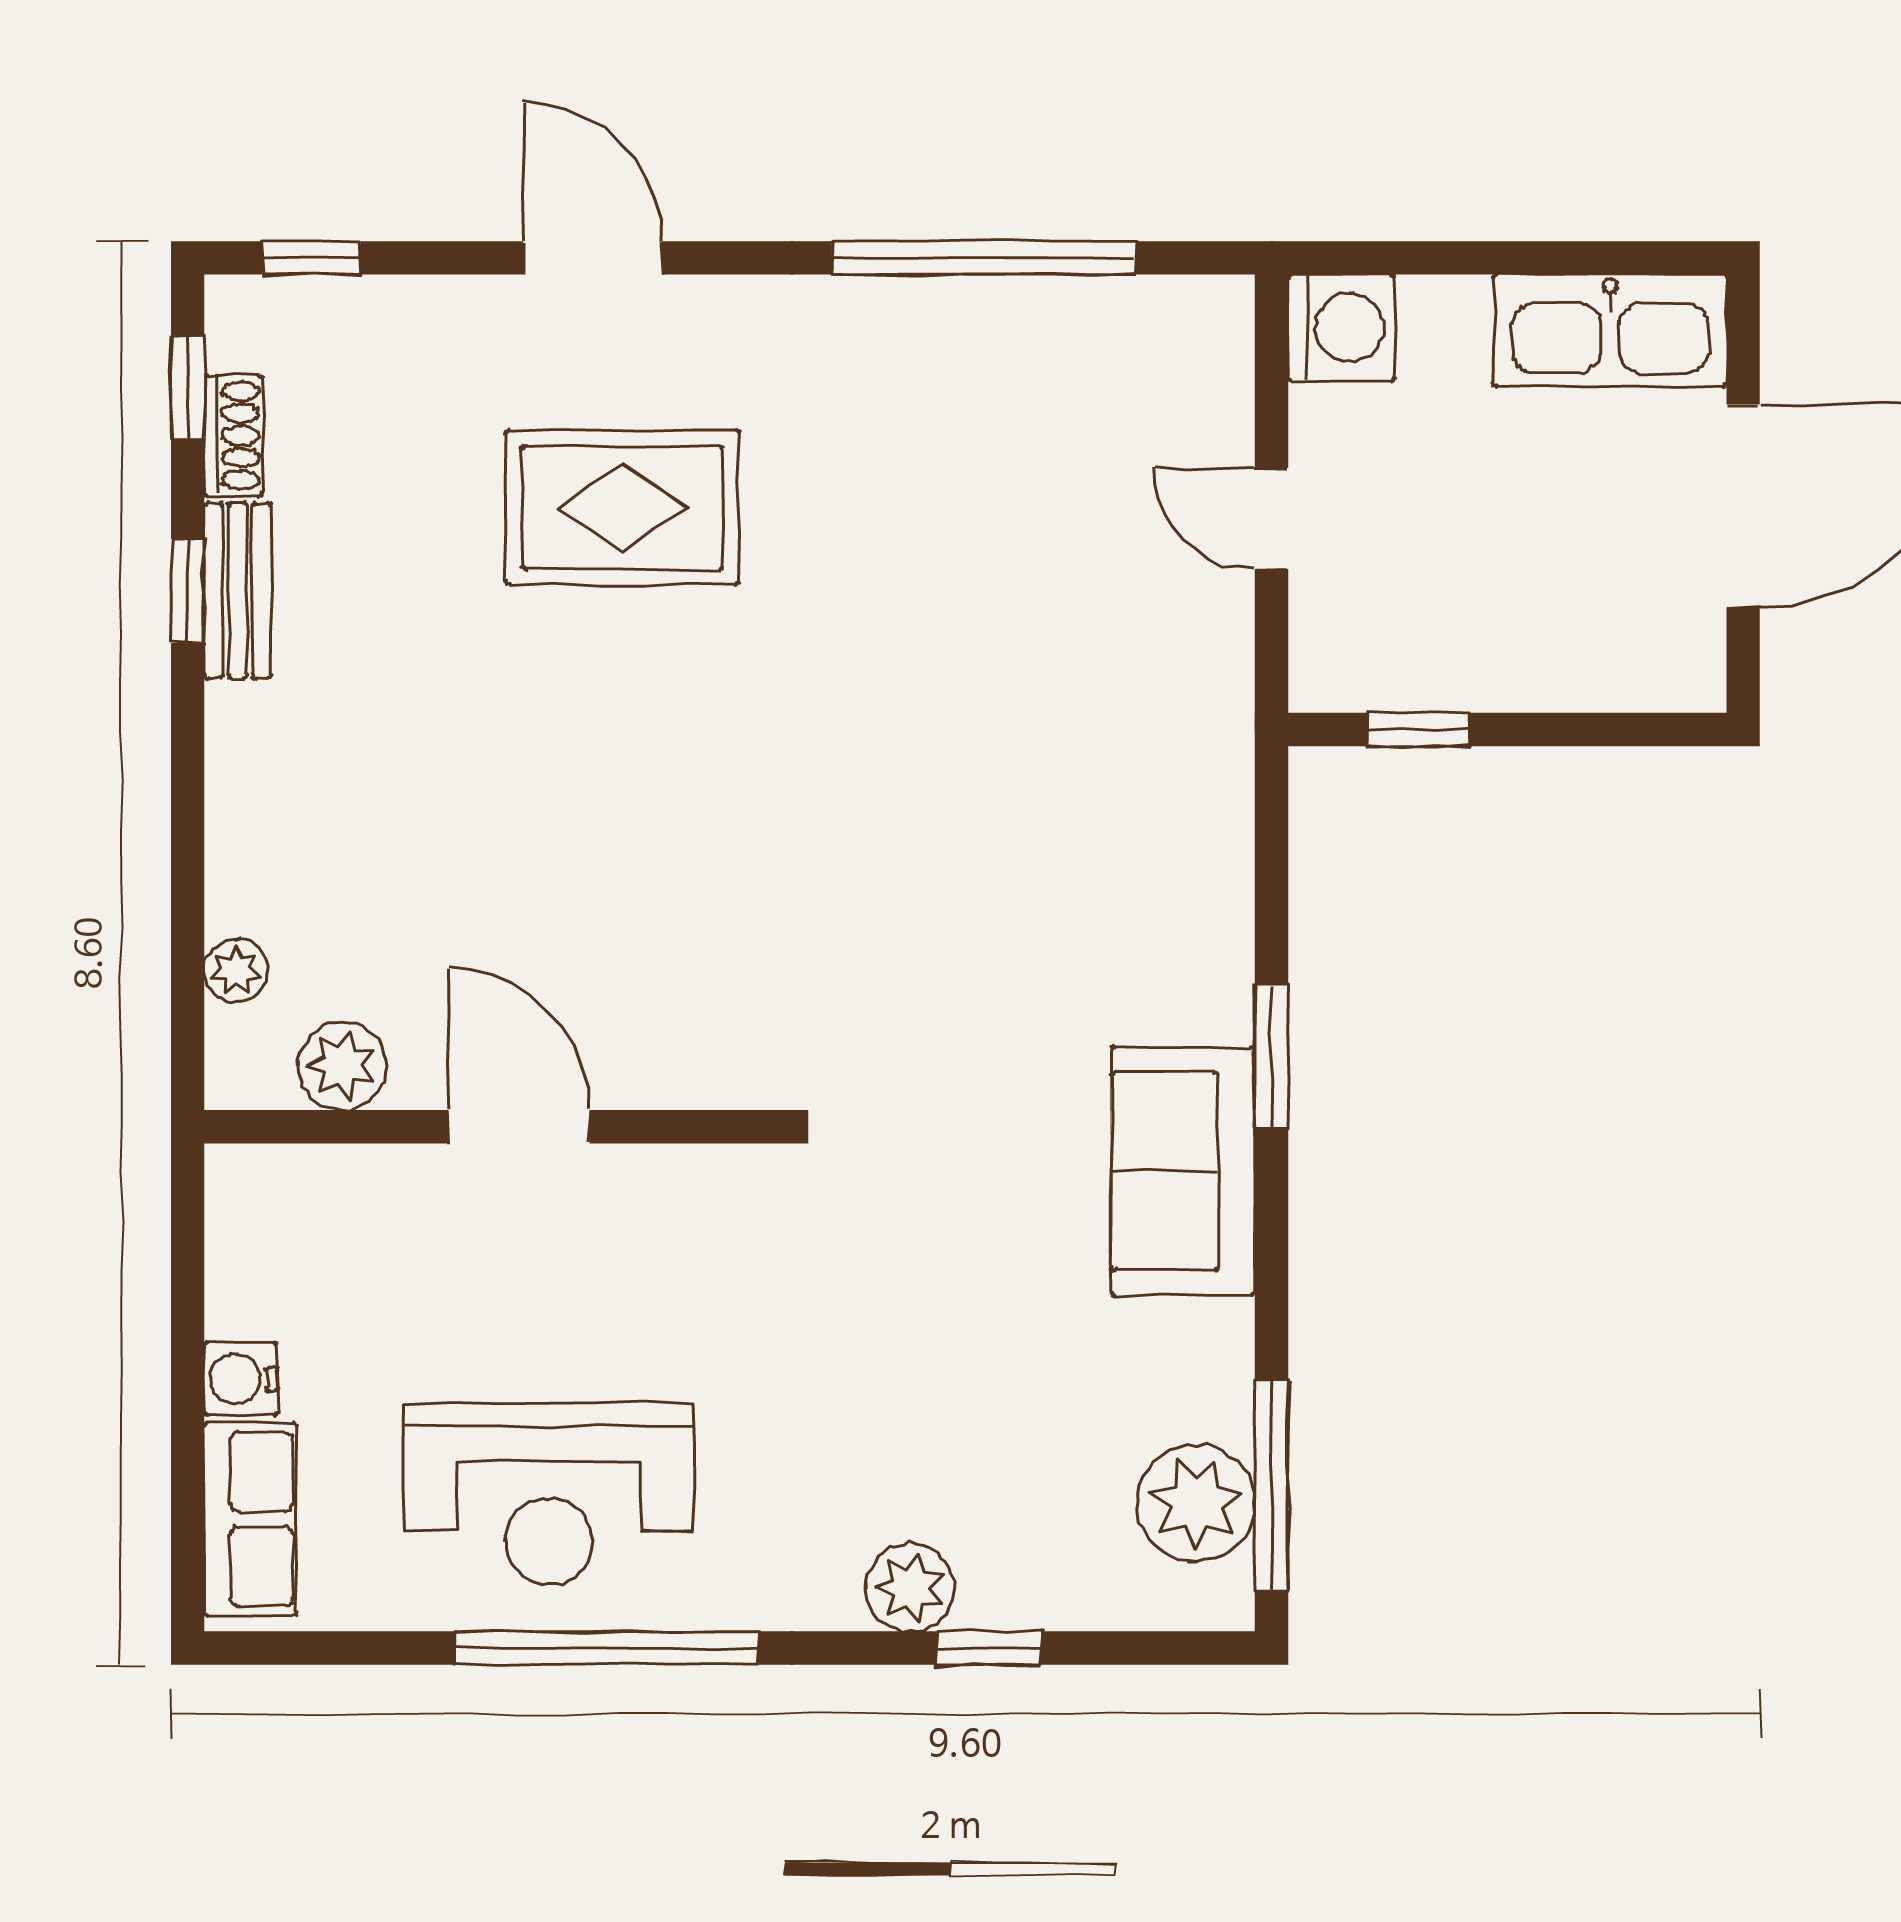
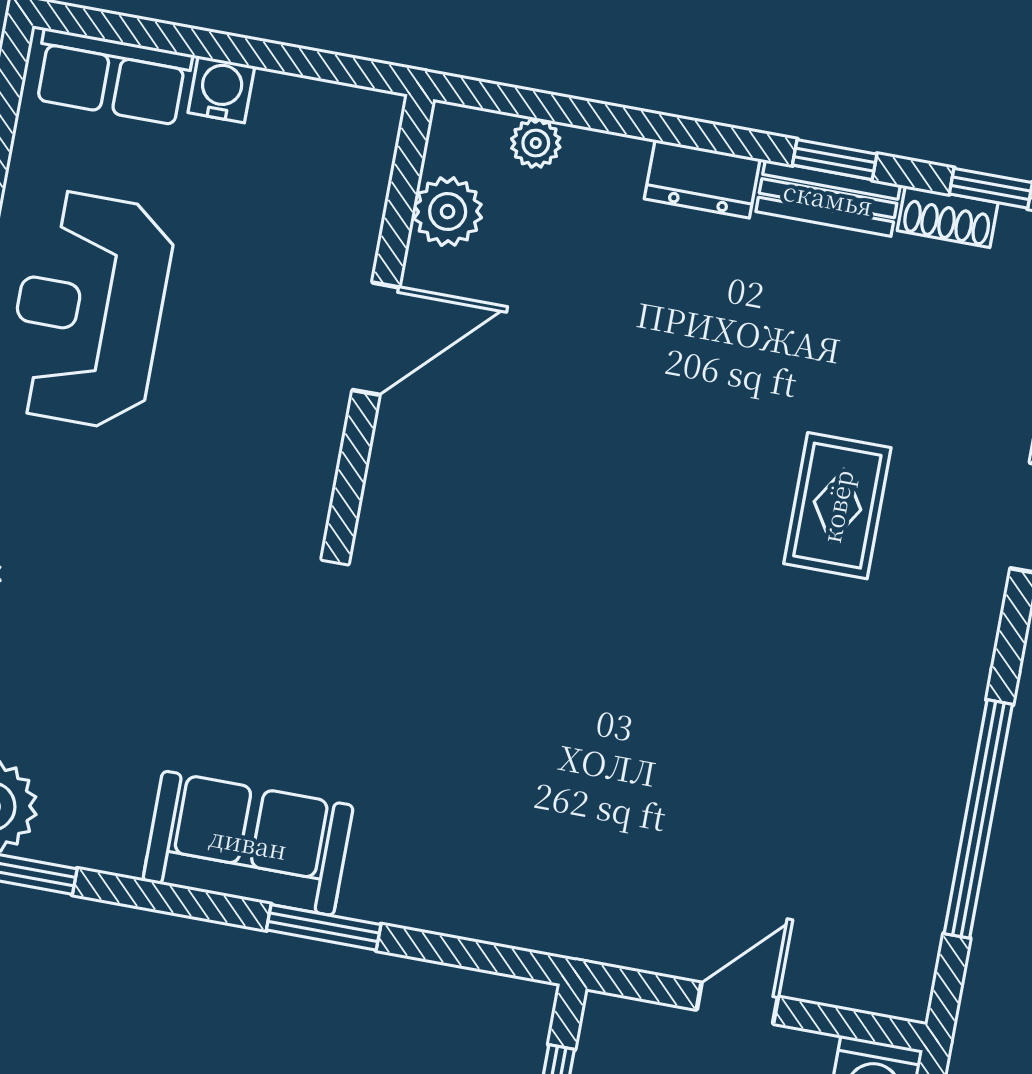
rug: (622, 508) -> (837, 506), width x0.73, depth x0.70
dresser: (243, 753) -> (702, 179), added

